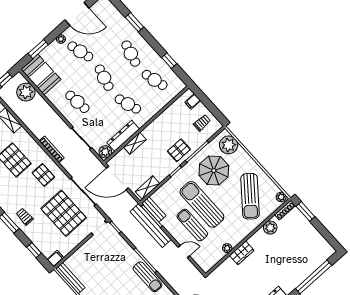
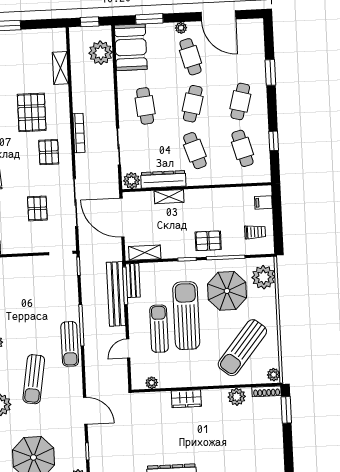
pallet: (64, 213) -> (37, 208), width x0.49, depth x0.50
plant: (227, 248) -> (152, 383), moved
door: (184, 252) -> (128, 349), swing flipped

